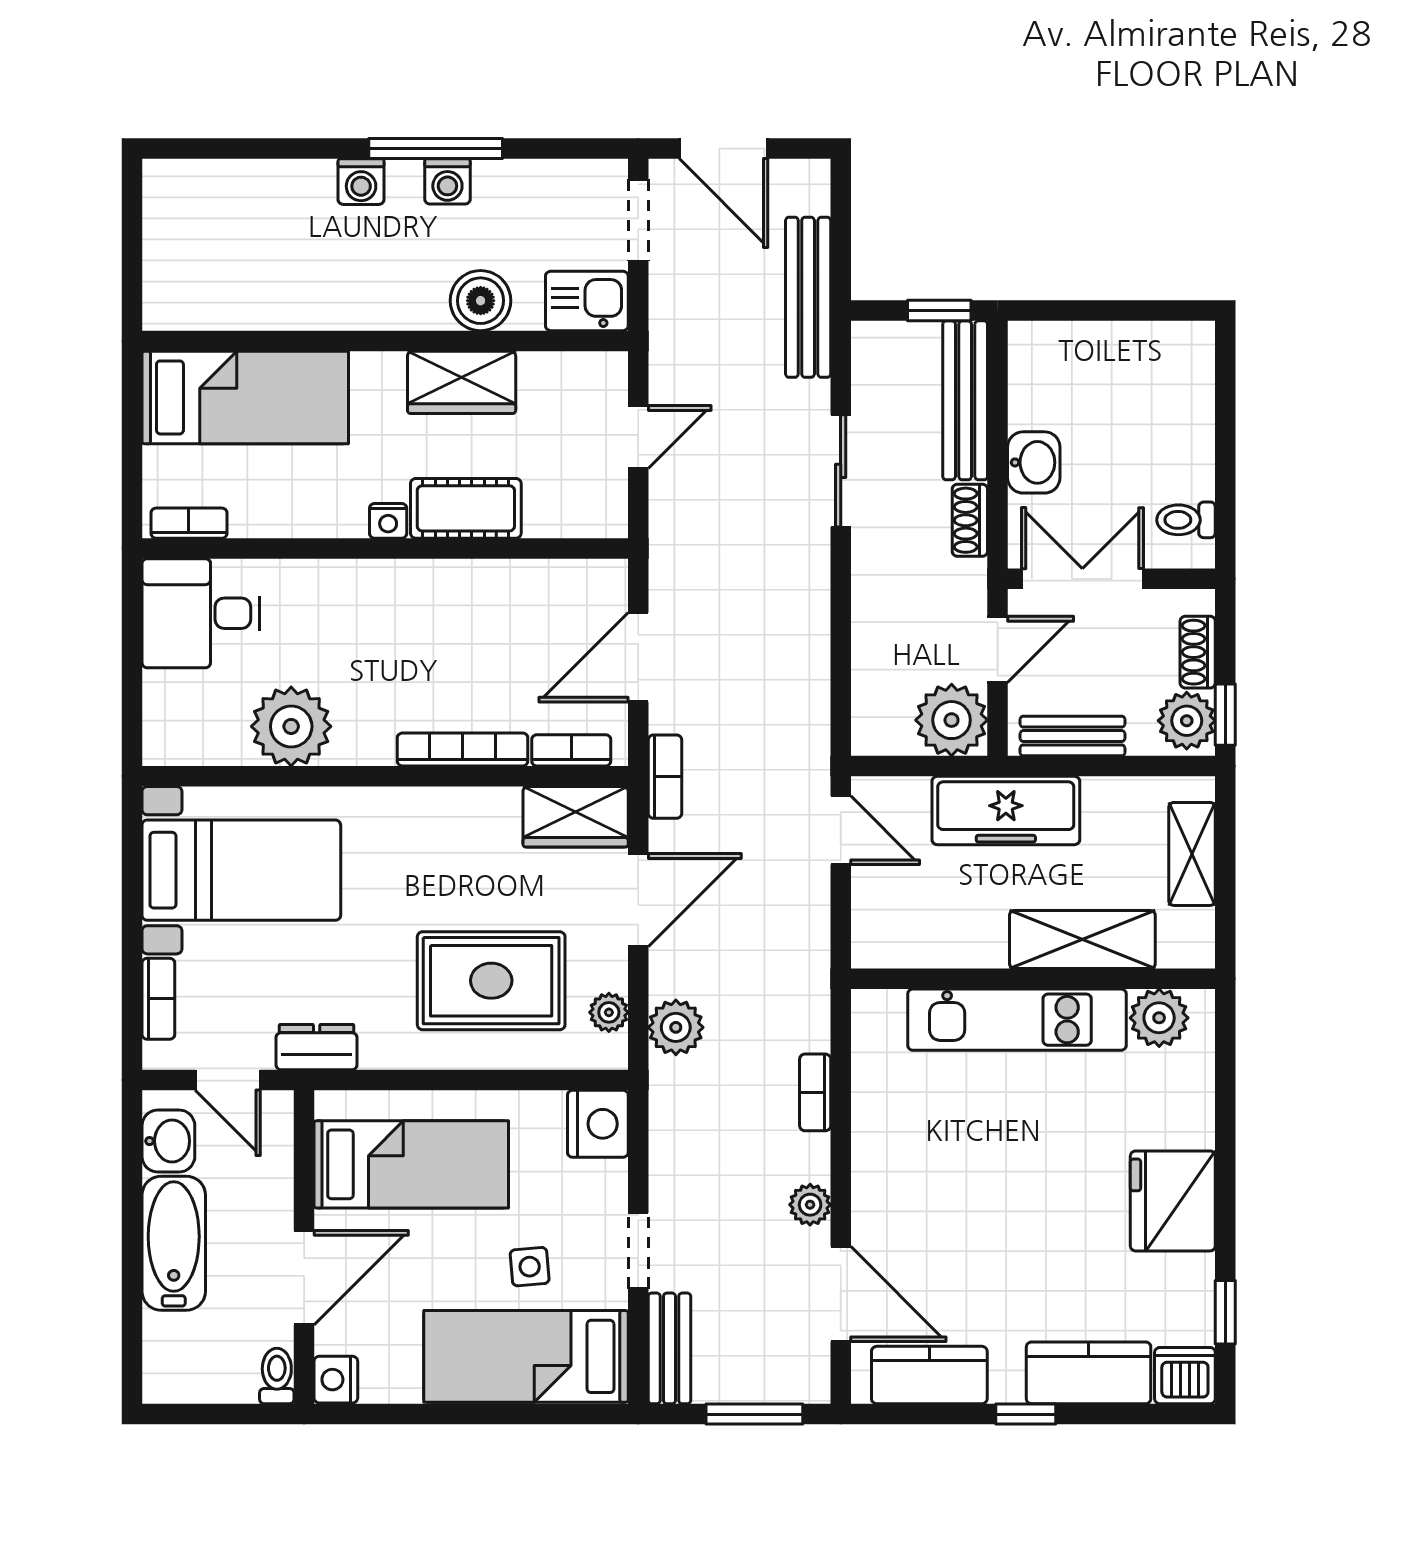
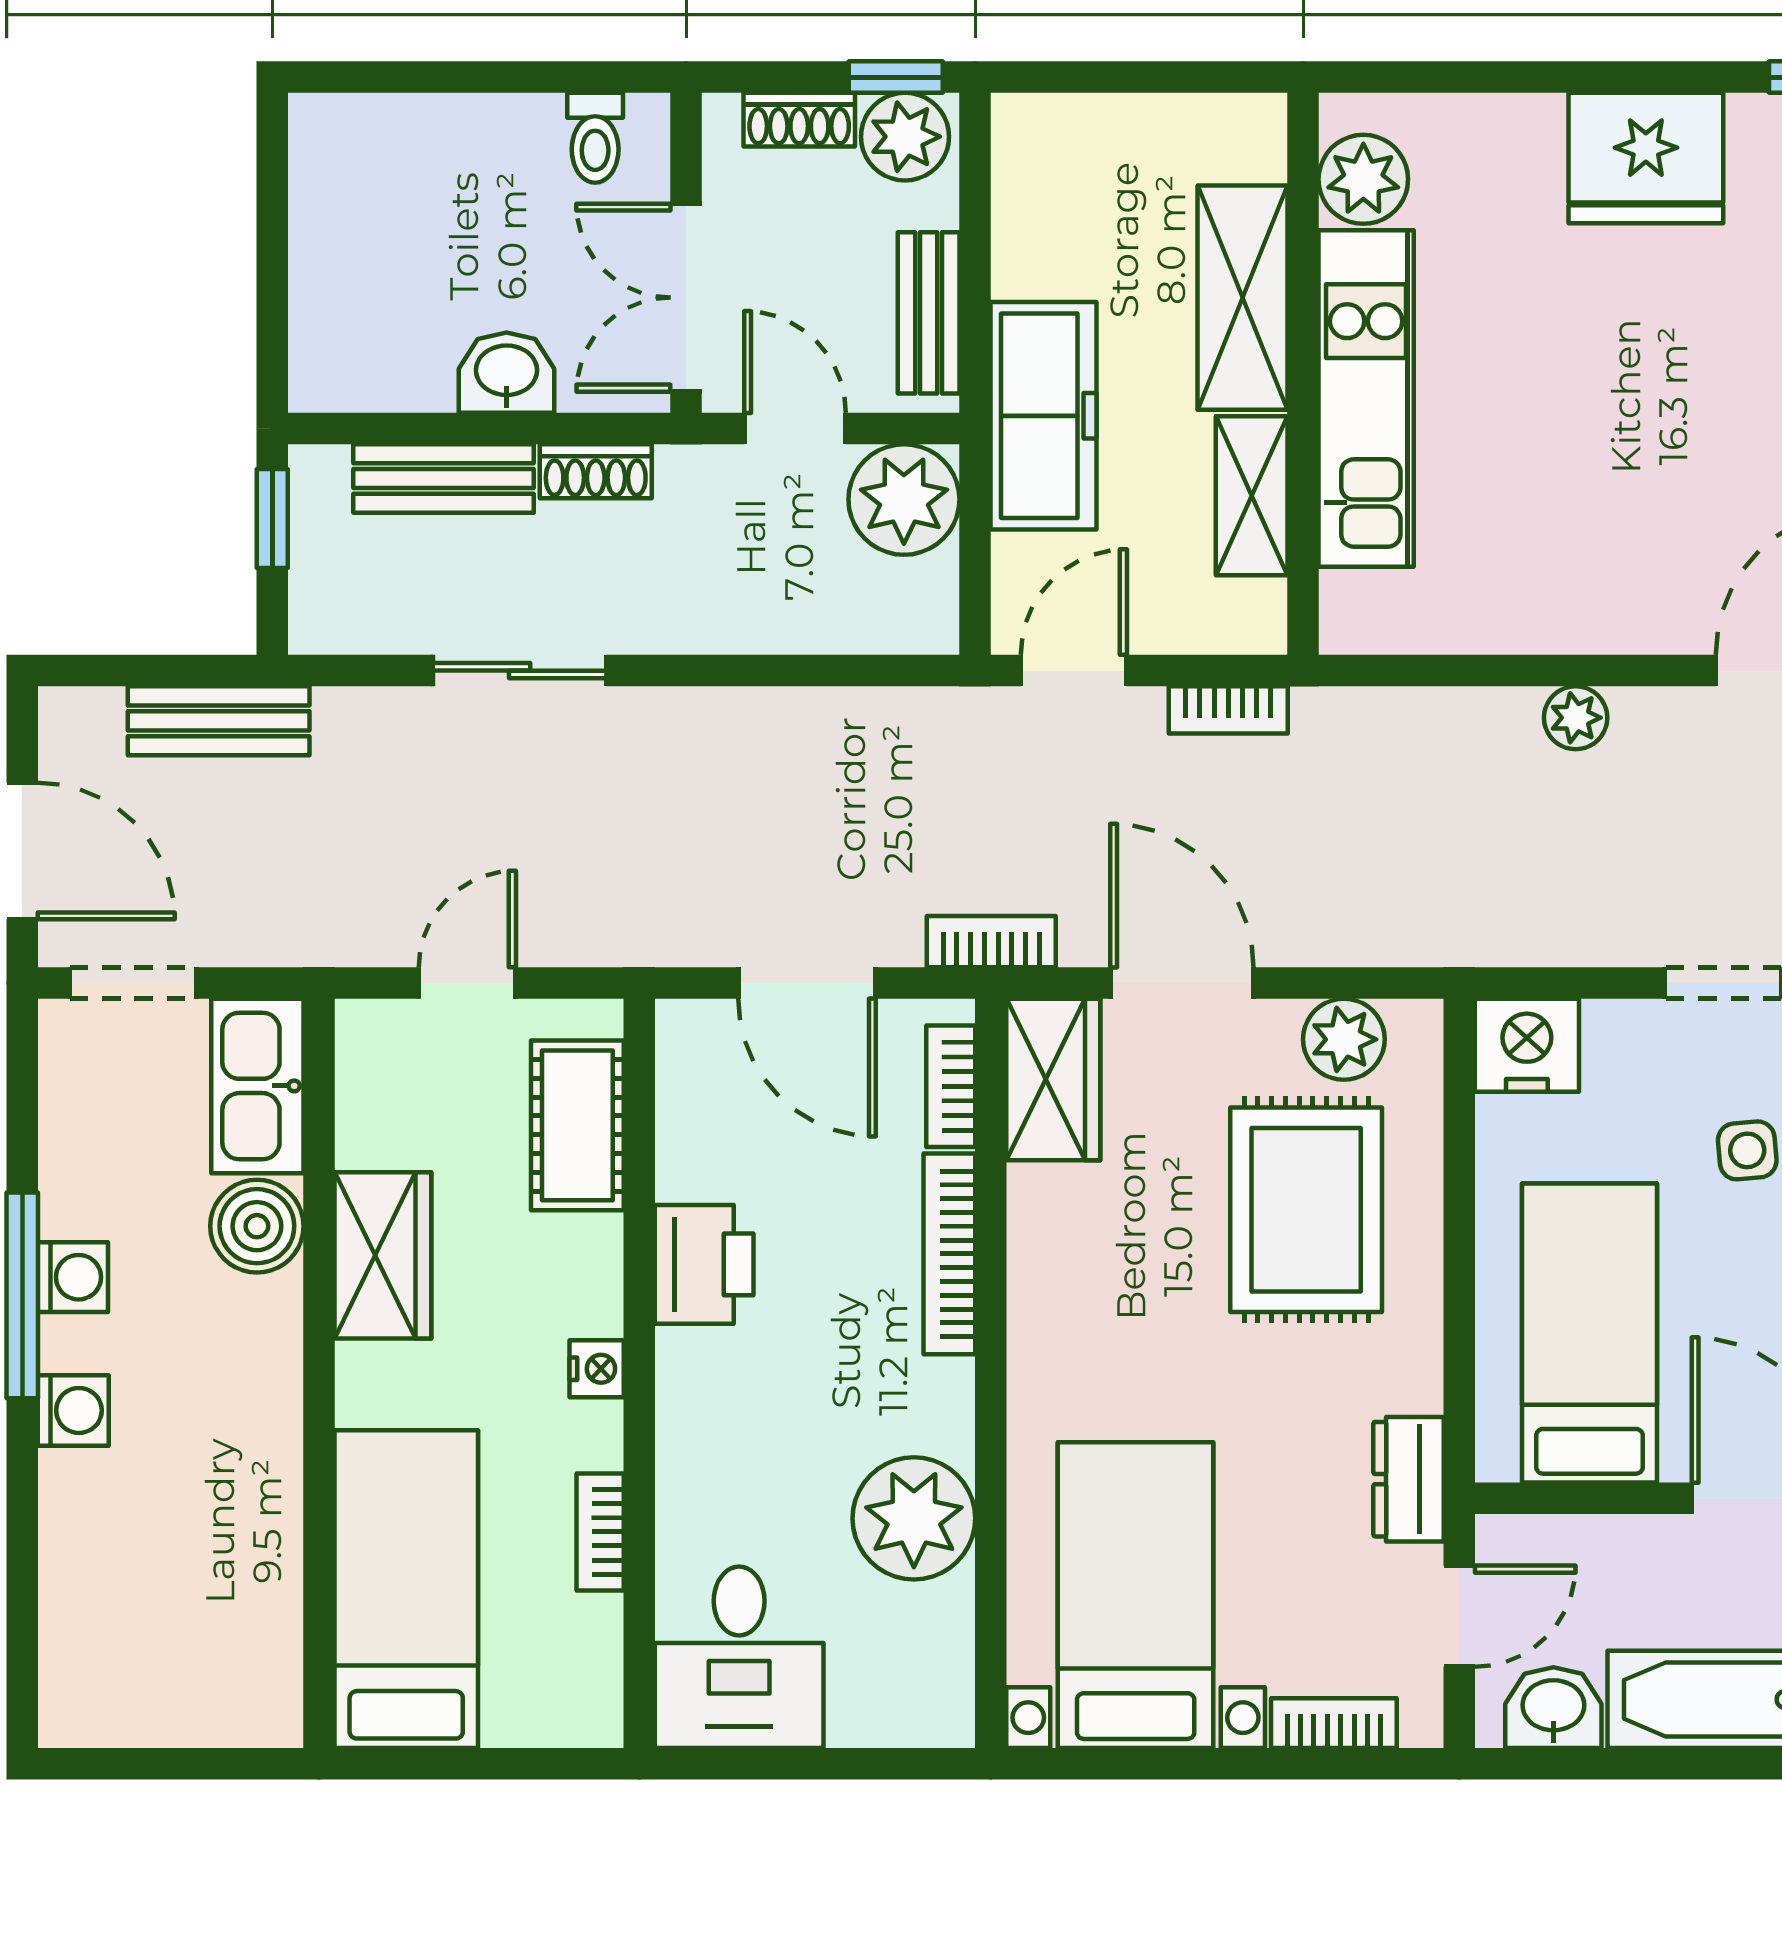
door: (724, 149) -> (22, 851), hinge flipped
bench: (808, 297) -> (219, 721), width x0.73
kitchen sink: (587, 301) -> (257, 1086), width x1.38
bench: (965, 400) -> (443, 479), width x0.73
door: (638, 437) -> (467, 983), hinge flipped
cot: (466, 508) -> (577, 1125), moved
bookcase: (189, 523) -> (600, 1532), moved
printer: (456, 590) -> (704, 1264), added
shelving: (1192, 854) -> (1252, 496), moved, turned 90
plant: (609, 1012) -> (1344, 1039), width x1.38, depth x1.38
plant: (676, 1027) -> (1378, 925), removed
bookcase: (815, 1092) -> (1228, 710), moved
plant: (810, 1205) -> (1576, 718), moved

